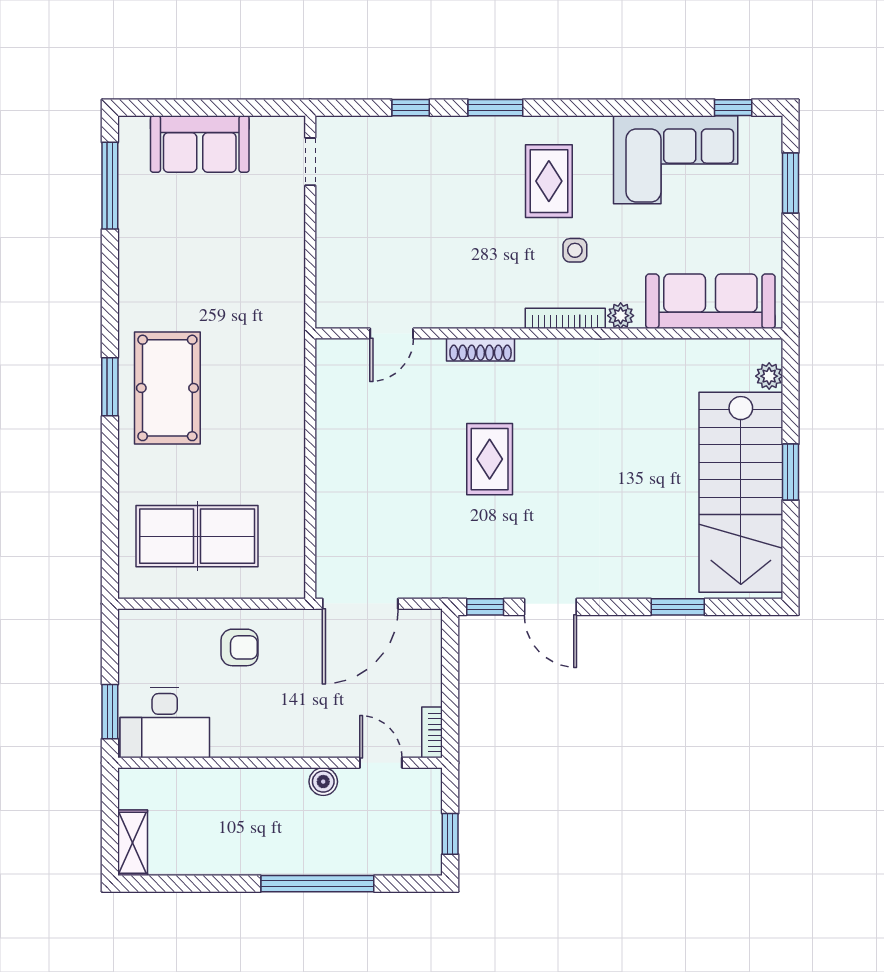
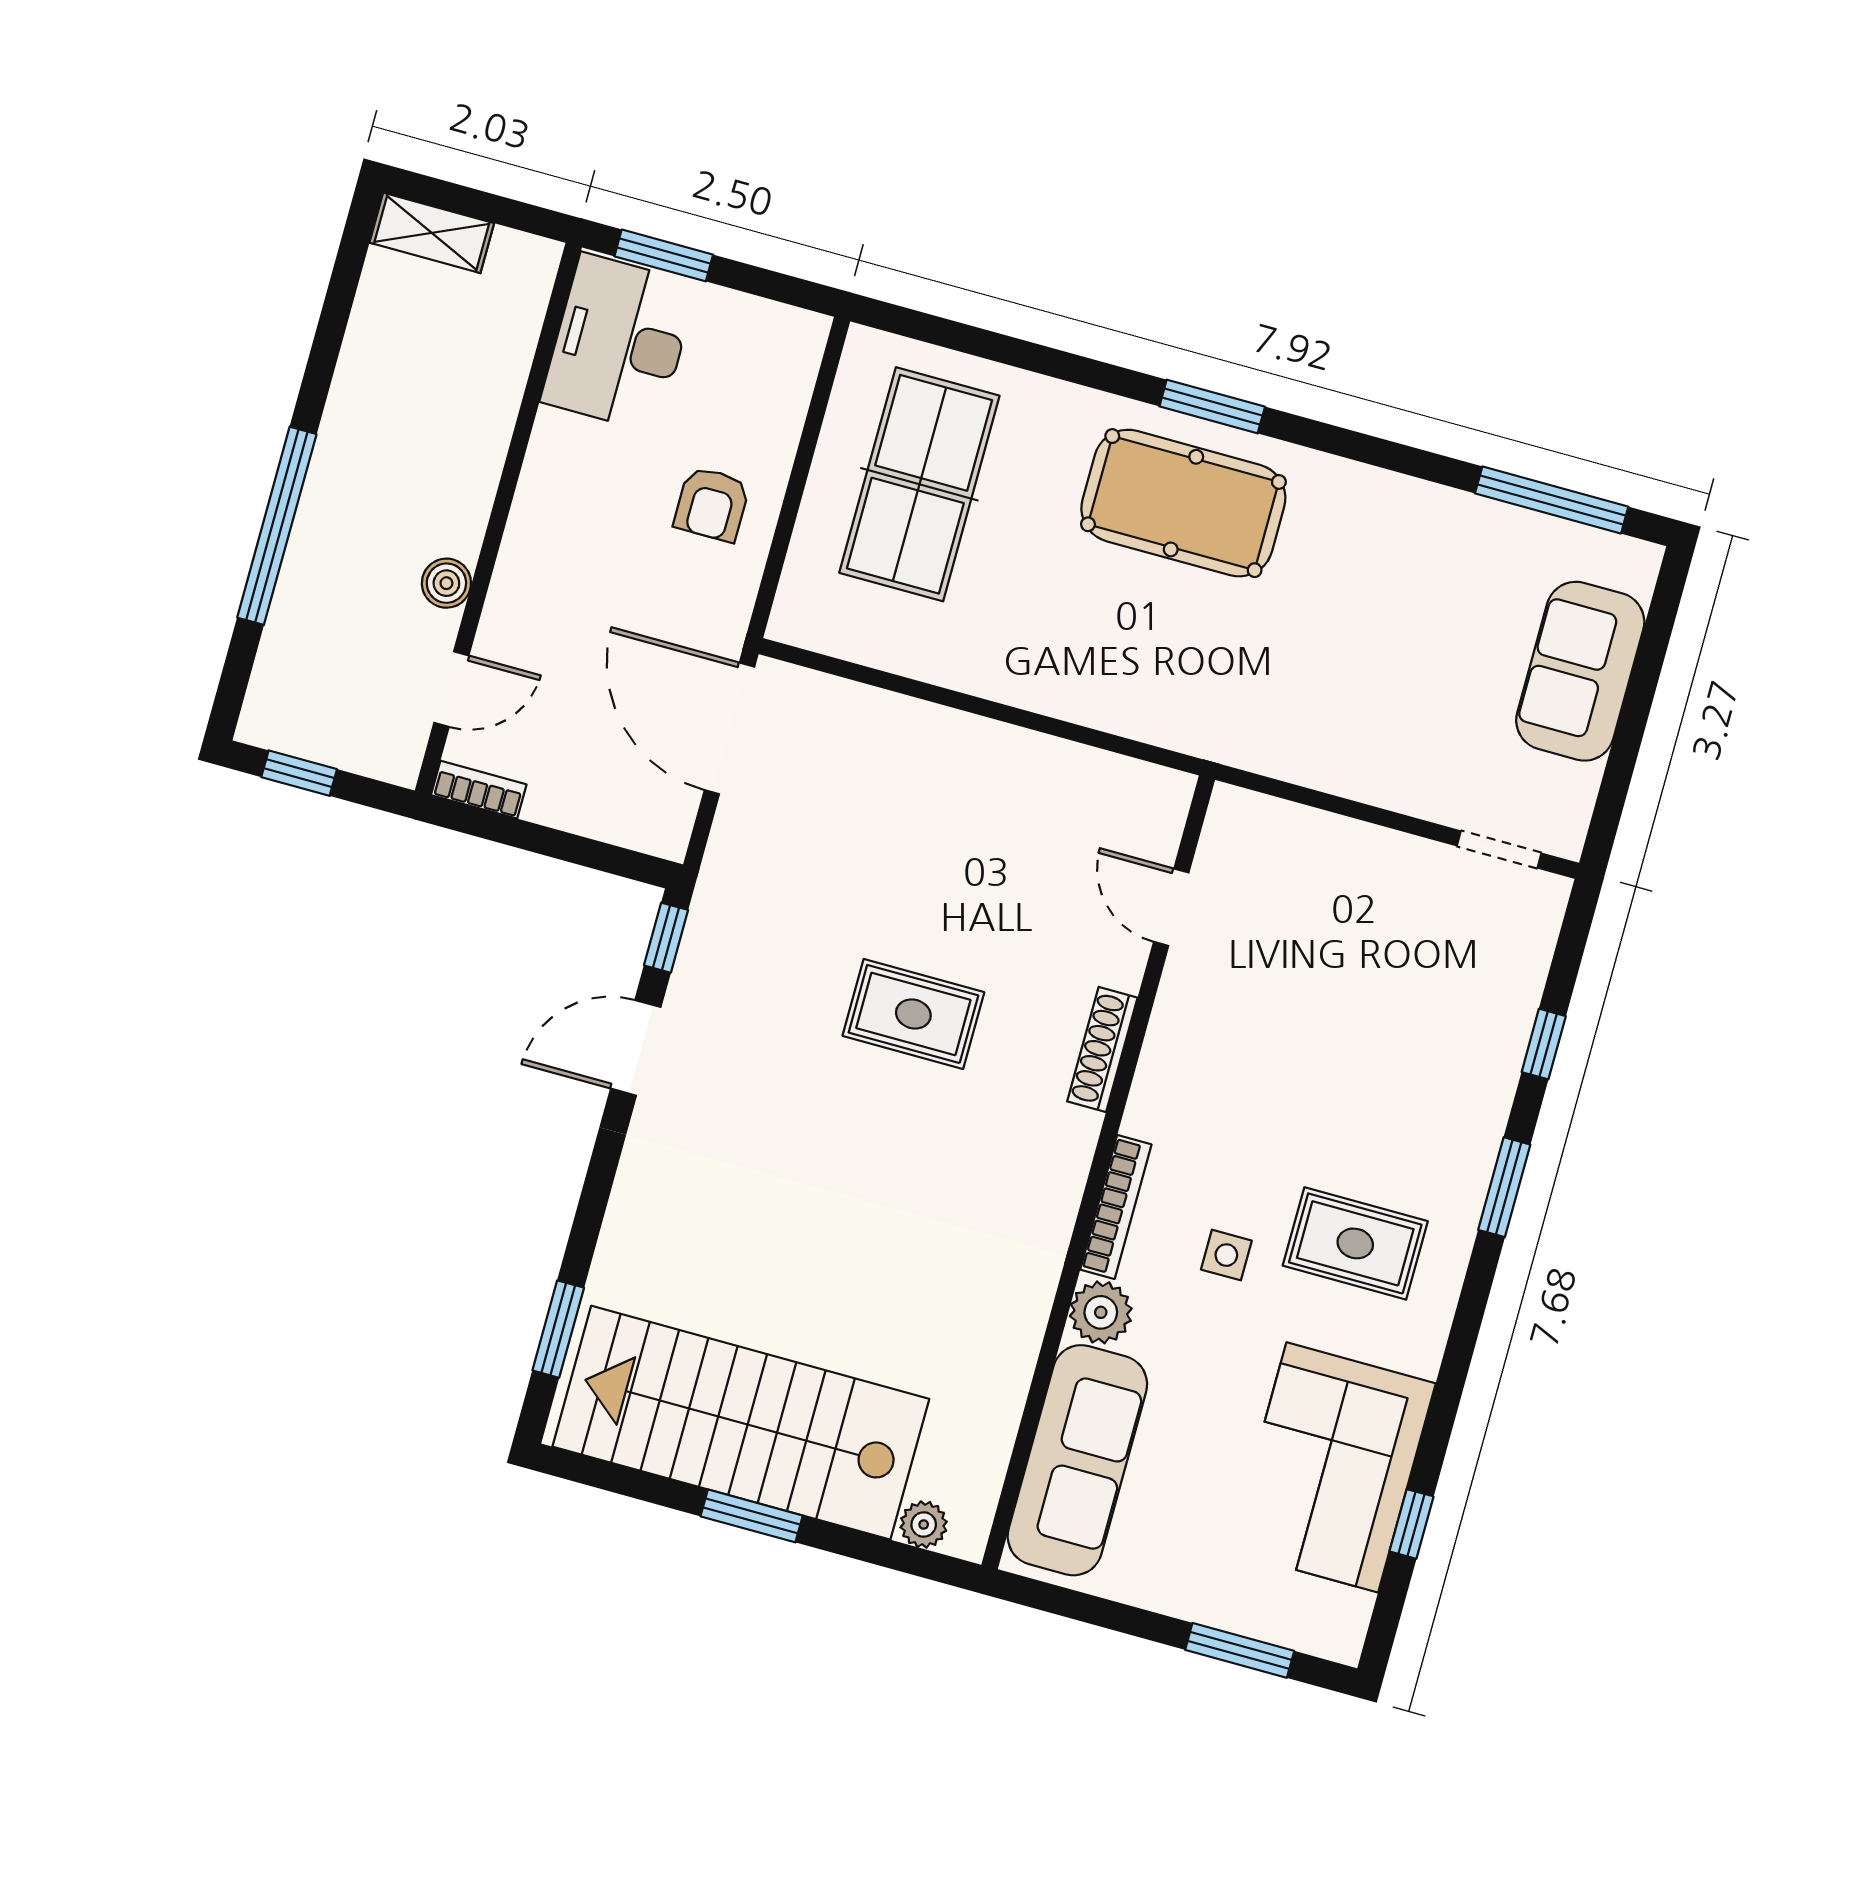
window: (733, 108) -> (1411, 1524), moved
plant: (621, 316) -> (1101, 1312), width x1.38, depth x1.38
window: (678, 607) -> (558, 1329), moved

